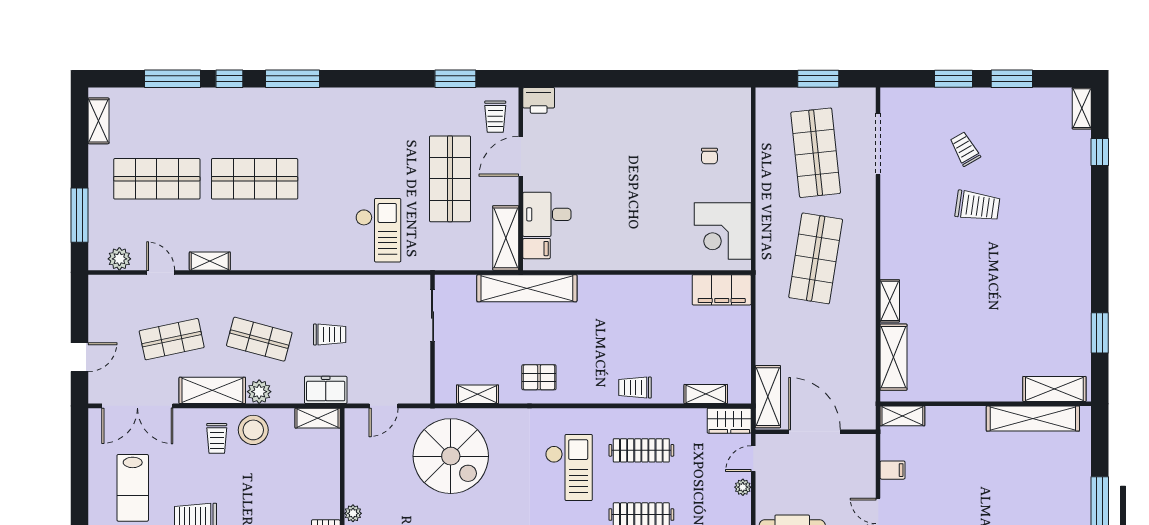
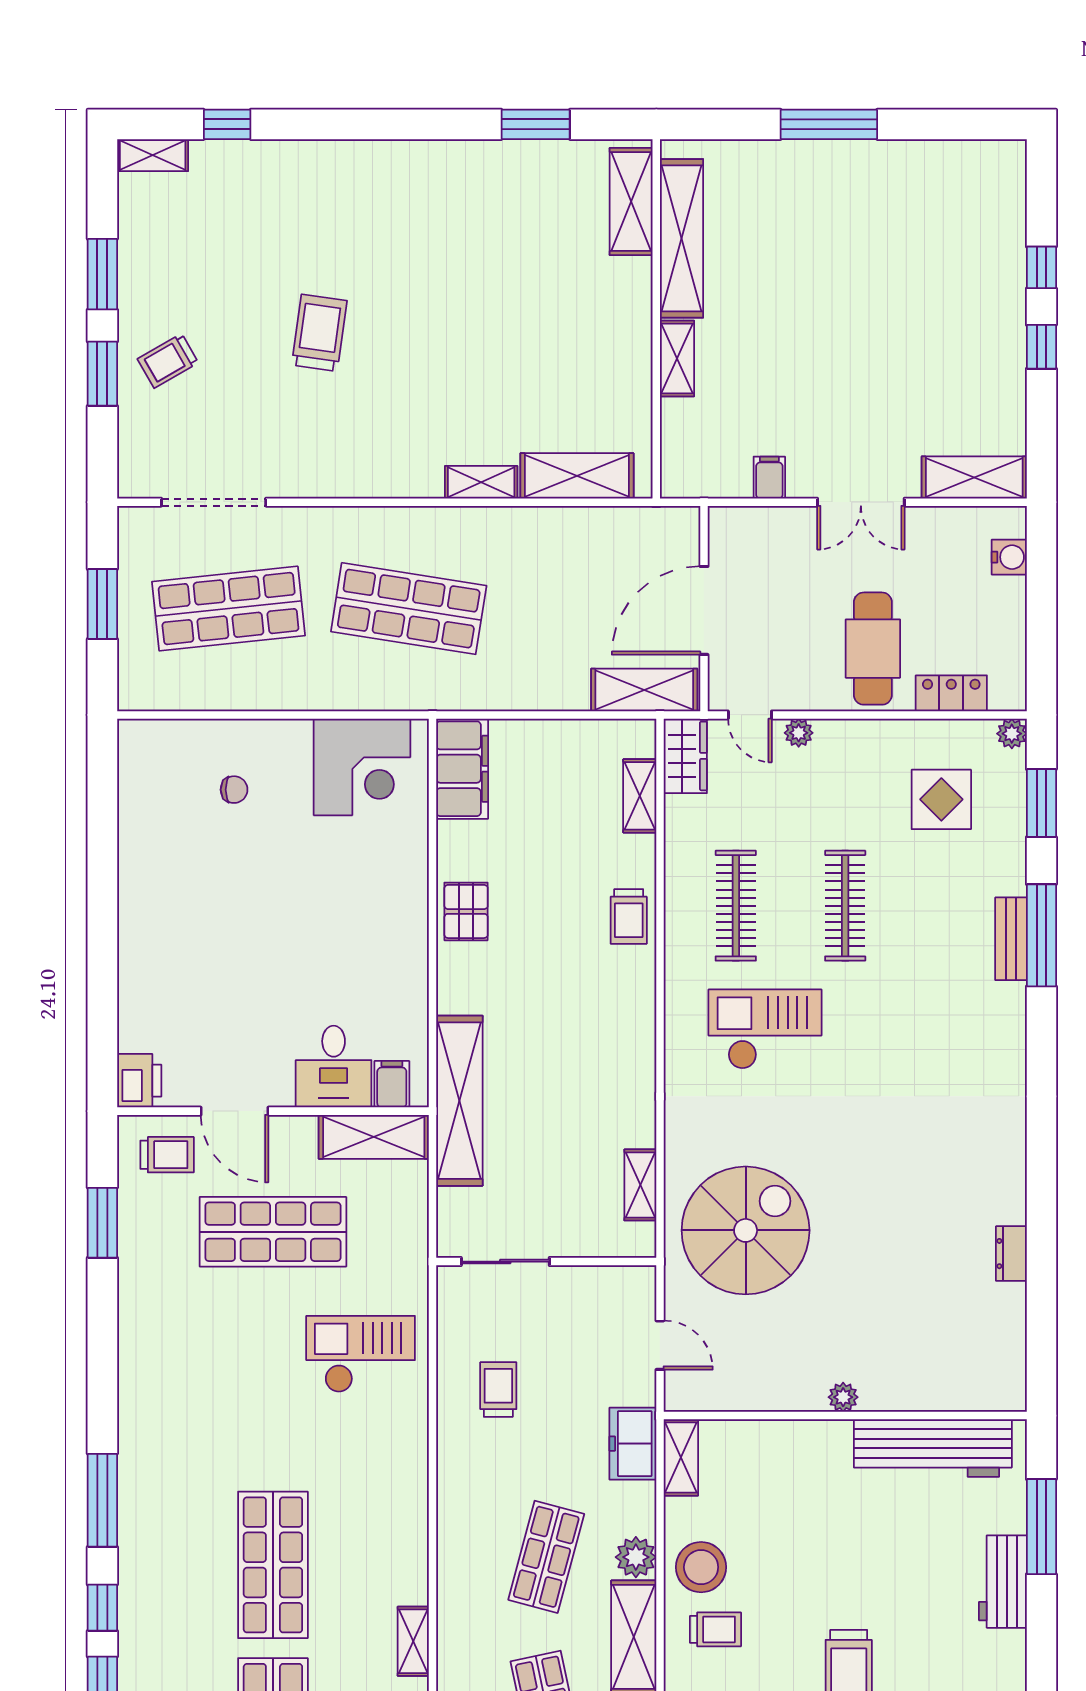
trolley: (965, 149) -> (168, 361), moved
trolley: (330, 335) -> (498, 1390), moved
pallet: (539, 377) -> (466, 911), moved
shelving: (902, 416) -> (677, 359), moved

